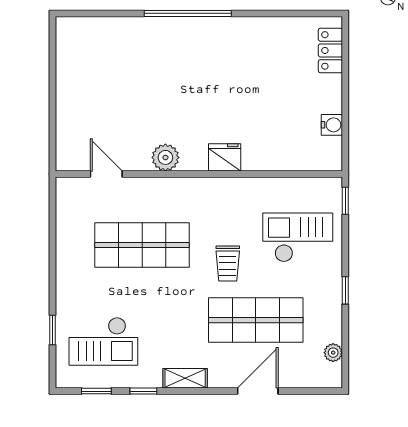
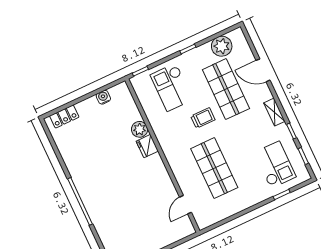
plant: (165, 157) -> (140, 129), moved
plant: (333, 353) -> (222, 46), width x1.88, depth x1.88

